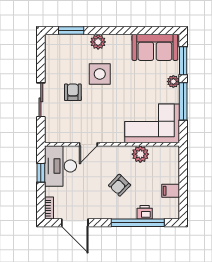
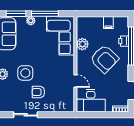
sliding door: (41, 100) -> (26, 115), moved
window: (41, 173) -> (96, 115), removed
armchair: (120, 185) -> (104, 59), width x1.88, depth x1.88

